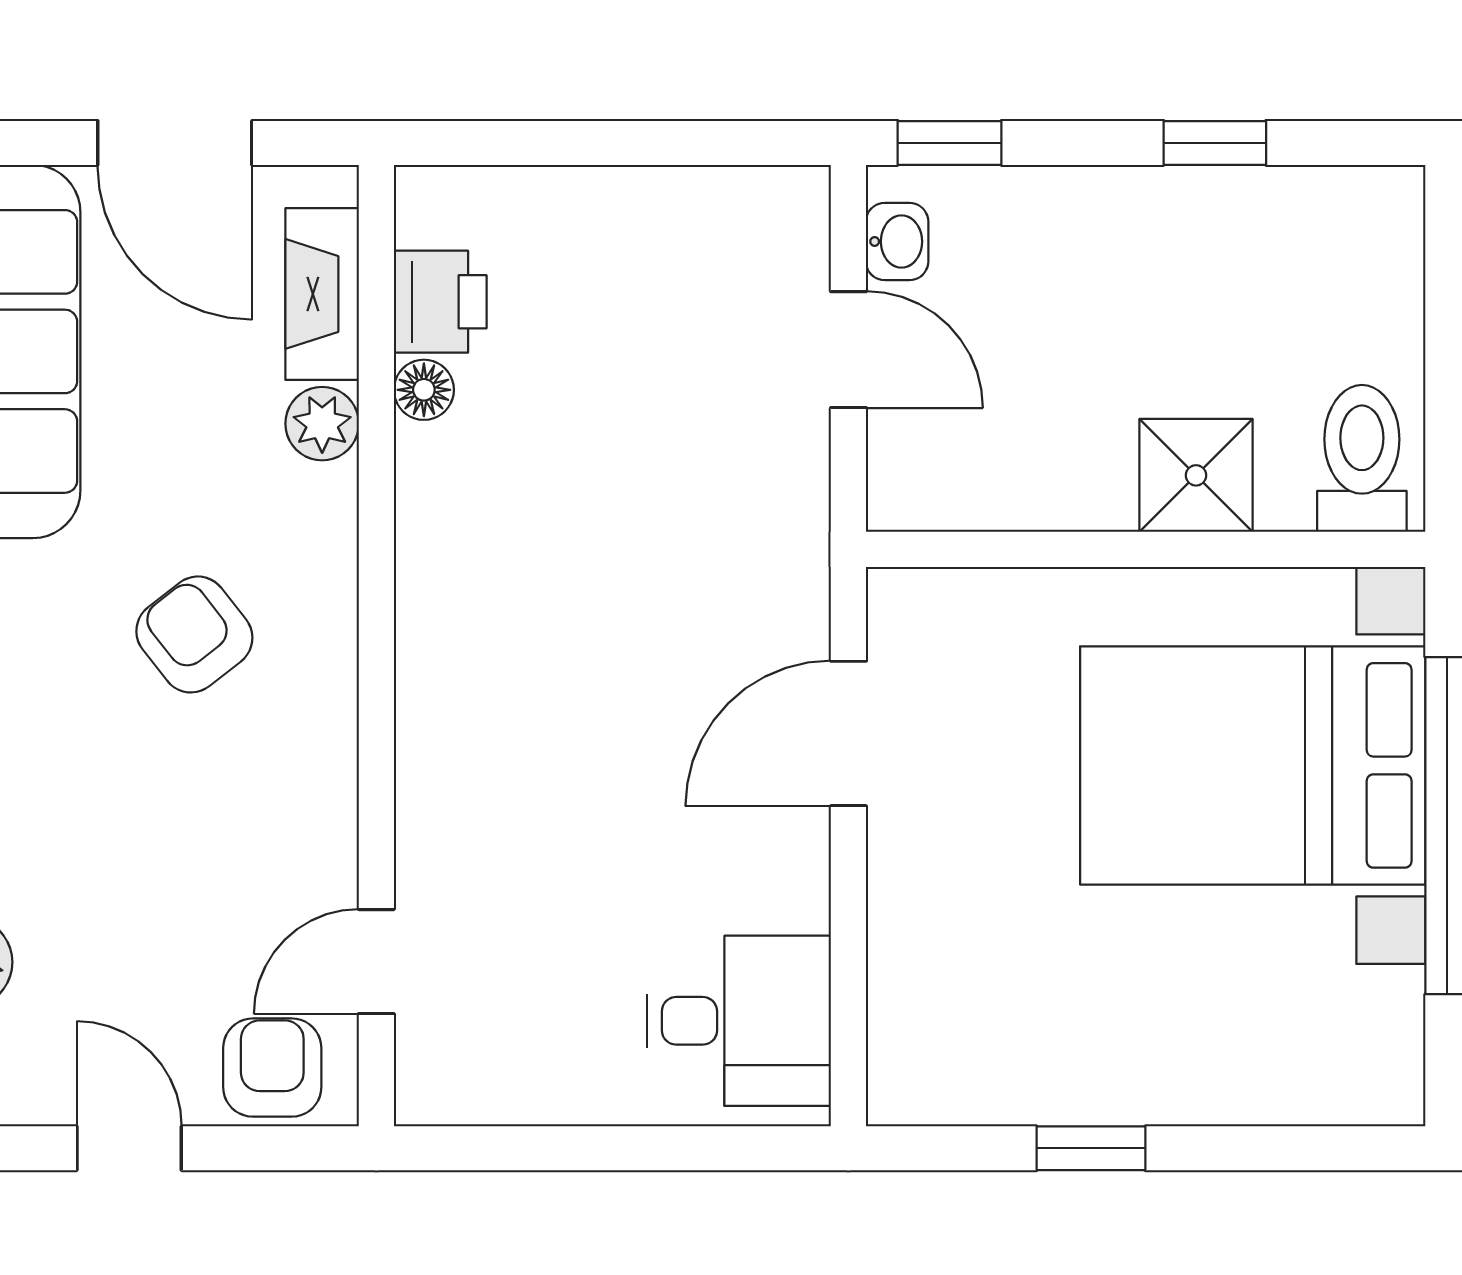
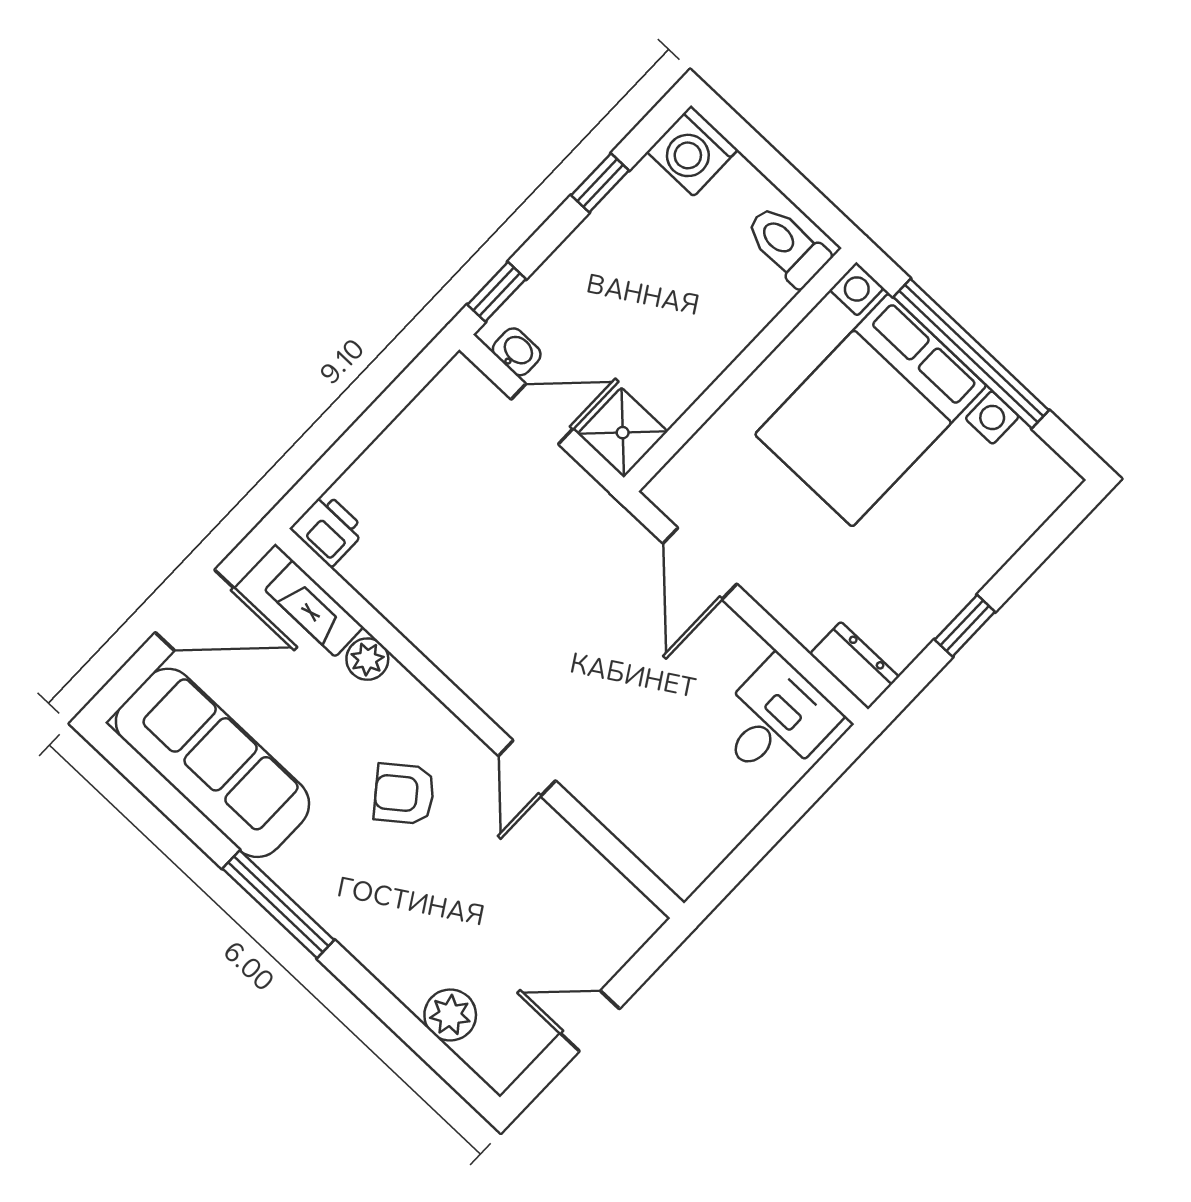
washing machine: (1368, 222) -> (692, 151), added
printer: (440, 302) -> (328, 530), moved
floor lamp: (424, 390) -> (393, 604), removed
shower: (1196, 475) -> (623, 433), moved
door: (376, 962) -> (527, 768), moved
dresser: (906, 1055) -> (854, 665), added
armchair: (272, 1068) -> (612, 931), removed

